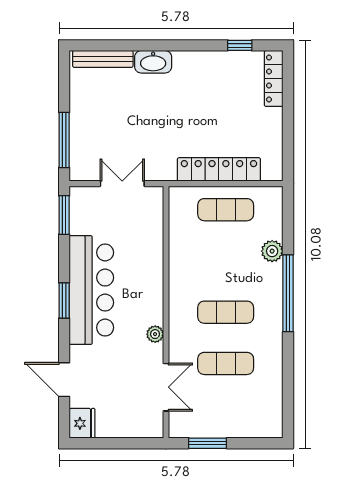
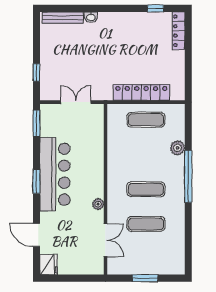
washbasin: (153, 62) -> (91, 17), width x0.52, depth x0.69
window: (64, 140) -> (36, 73), width x0.46
window: (208, 443) -> (145, 278), moved

